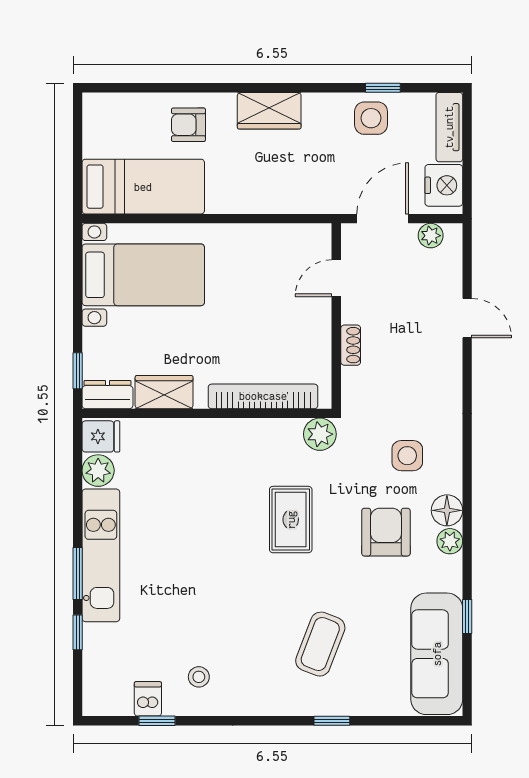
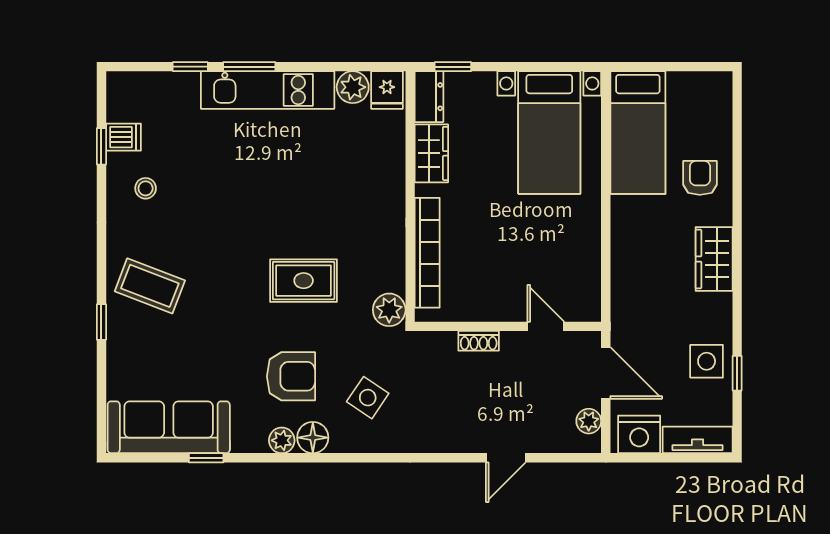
side table: (407, 456) -> (368, 398), turned 34
coffee table: (320, 644) -> (150, 286), moved

